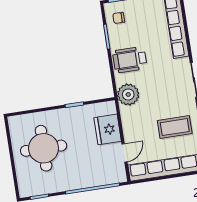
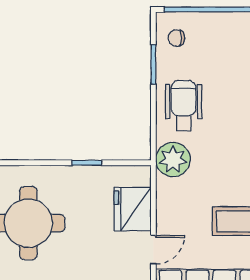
wheelchair: (130, 60) -> (184, 106), turned 90

